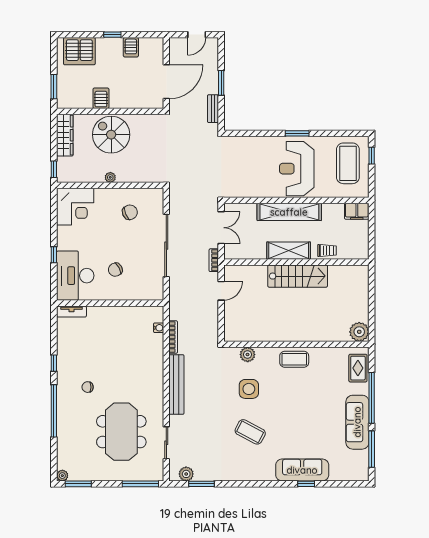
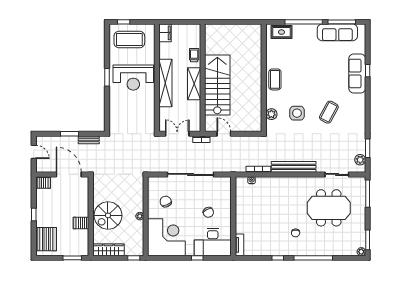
server rack: (131, 47) -> (43, 183), moved
corner desk: (75, 207) -> (166, 237), width x1.36, depth x1.36
stairs: (298, 276) -> (217, 85), width x1.36, depth x1.51
plant: (359, 332) -> (254, 31), removed
sofa: (357, 422) -> (337, 32), moved

